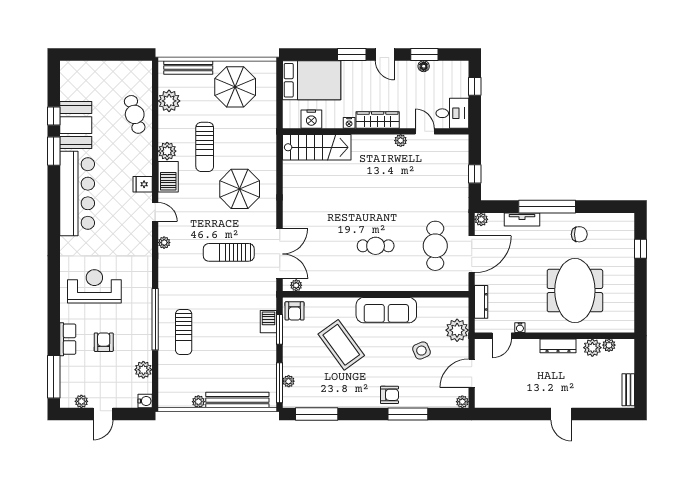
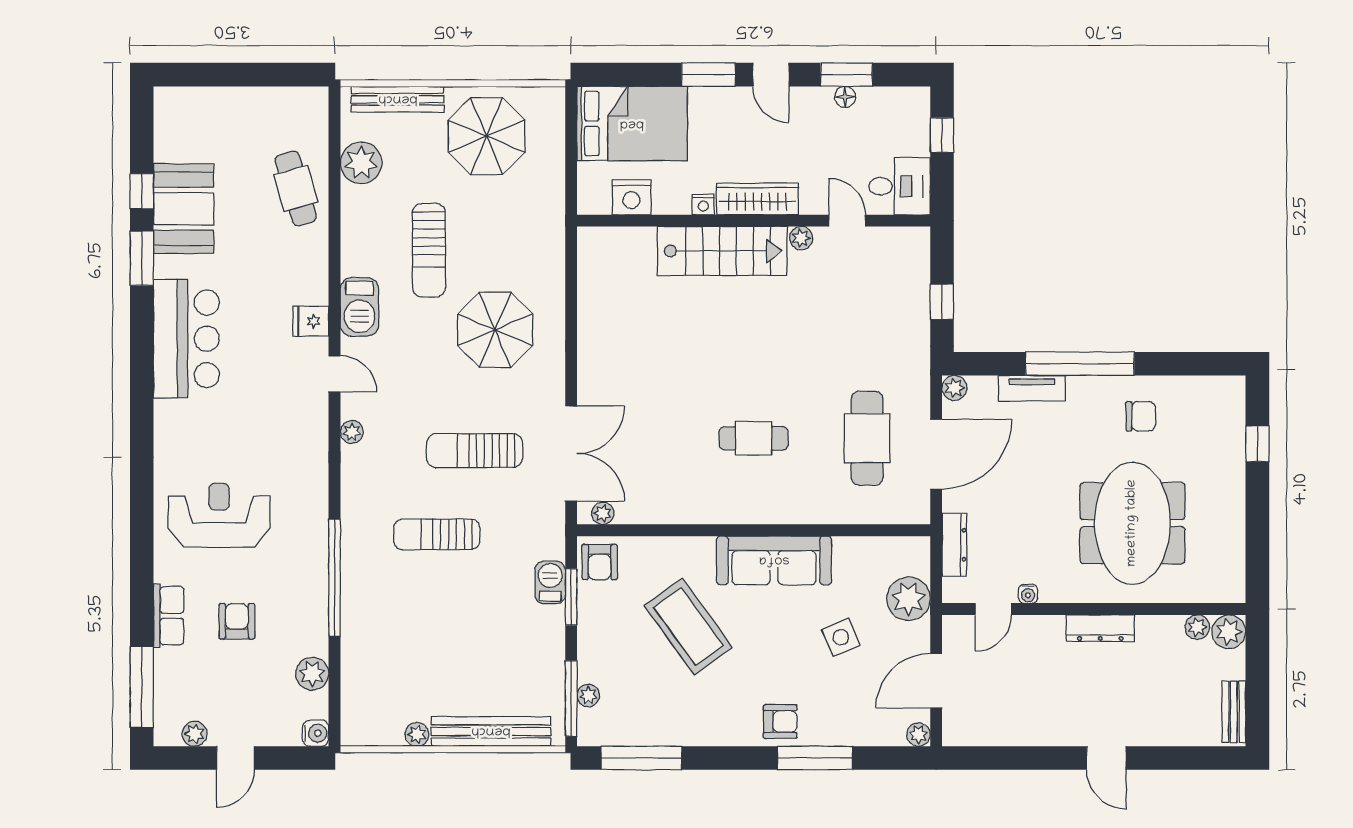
stairs: (317, 147) -> (722, 251), moved
plant: (167, 151) -> (358, 258), removed
bar counter: (77, 193) -> (186, 339), width x0.73
sun lounger: (184, 332) -> (437, 534), moved, turned 90
plant: (592, 348) -> (1229, 632), moved

